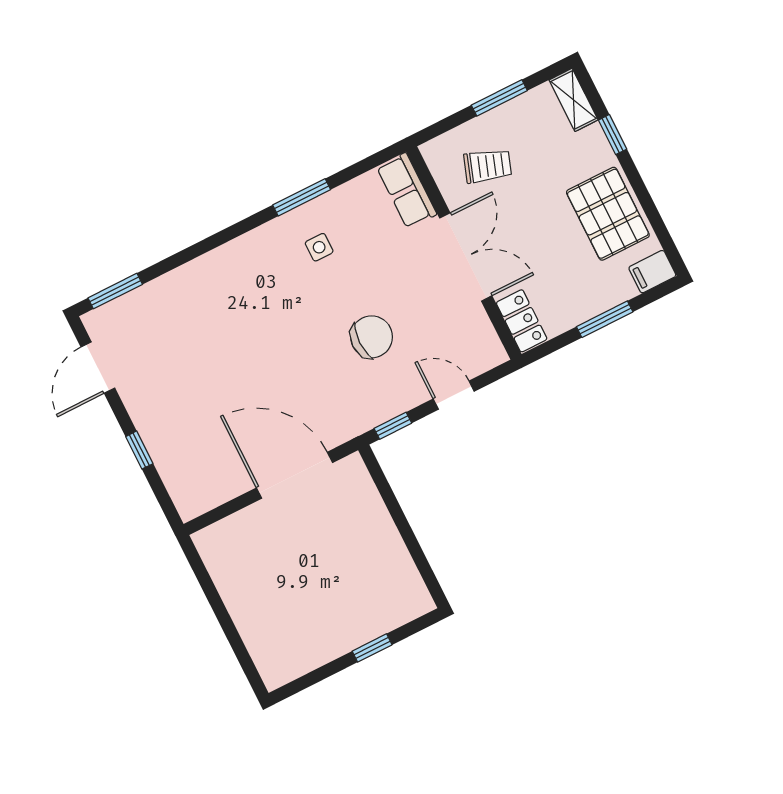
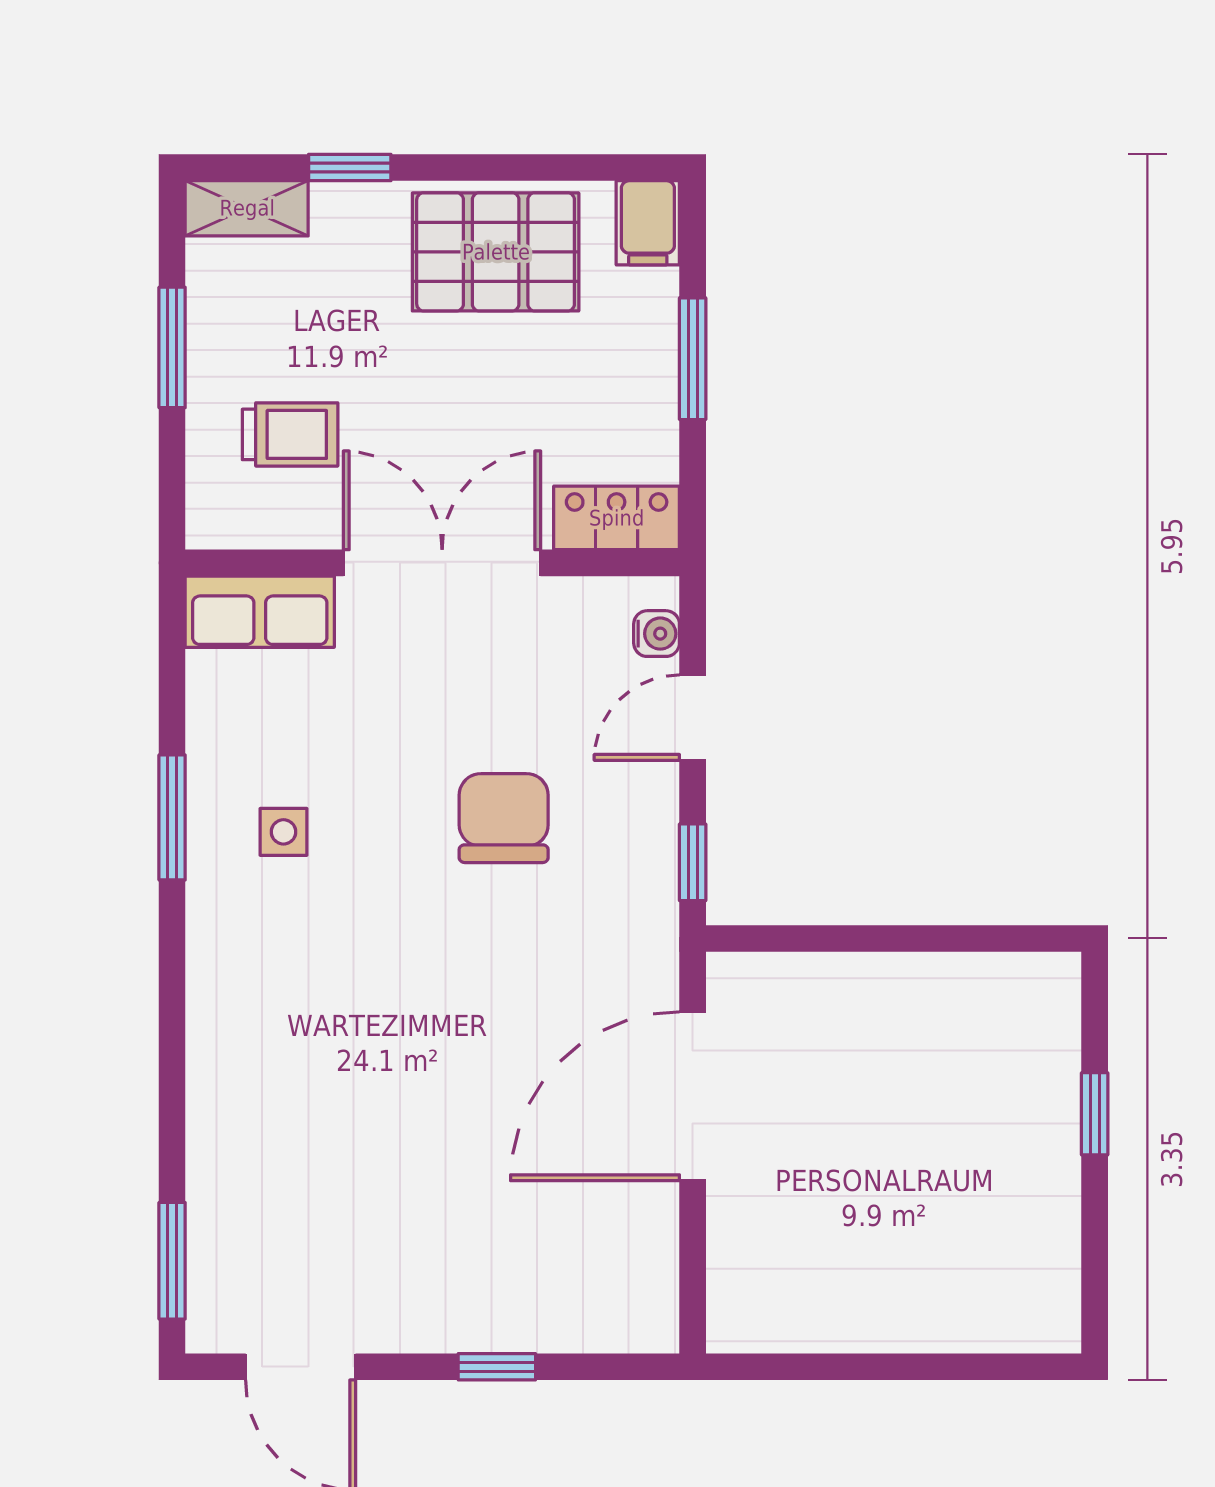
trolley: (488, 166) -> (290, 434), turned 71
water cooler: (481, 362) -> (657, 634), added

